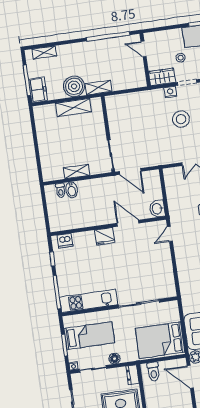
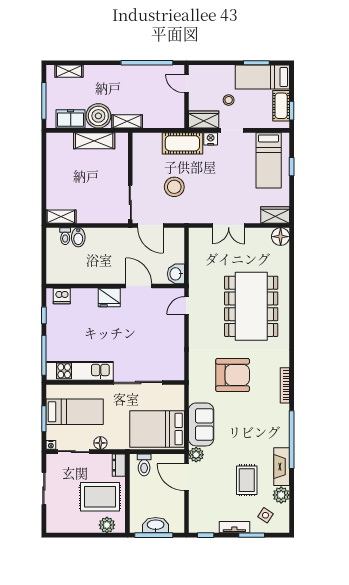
freezer: (38, 90) -> (71, 119), moved, turned -90
cot: (147, 99) -> (182, 143), added
stool: (181, 119) -> (174, 187), moved
shelving: (77, 172) -> (61, 217), moved

